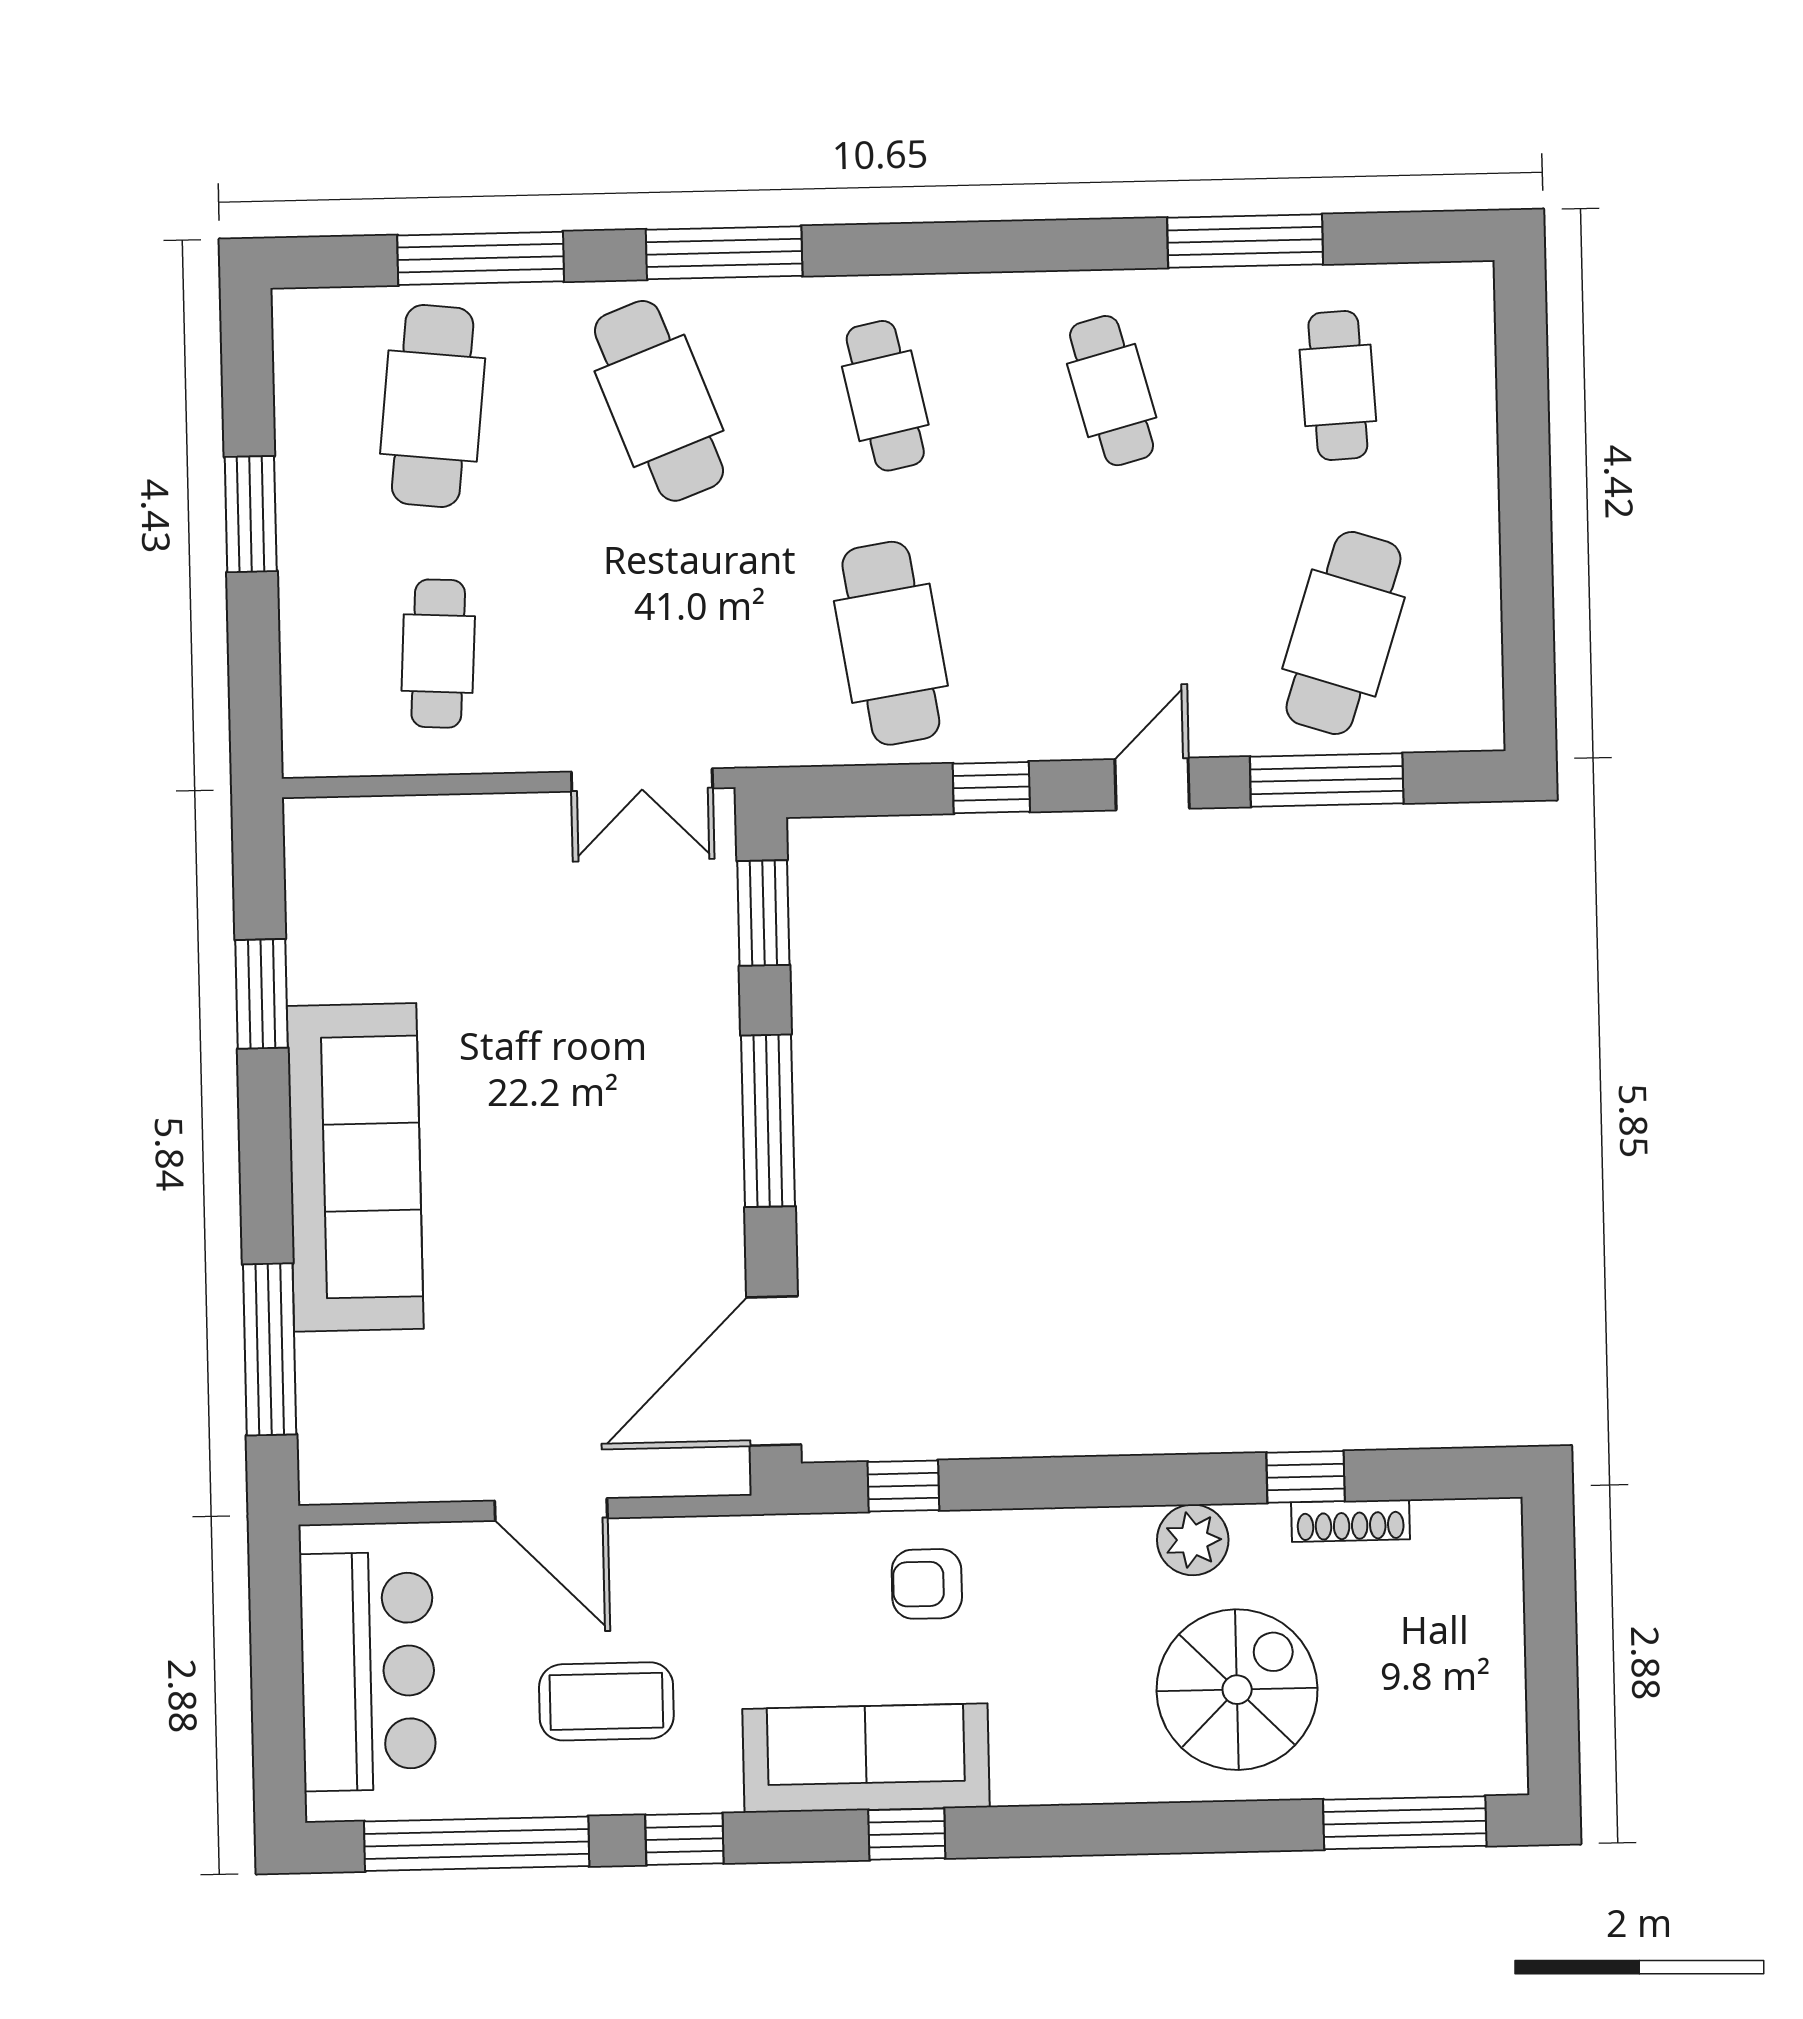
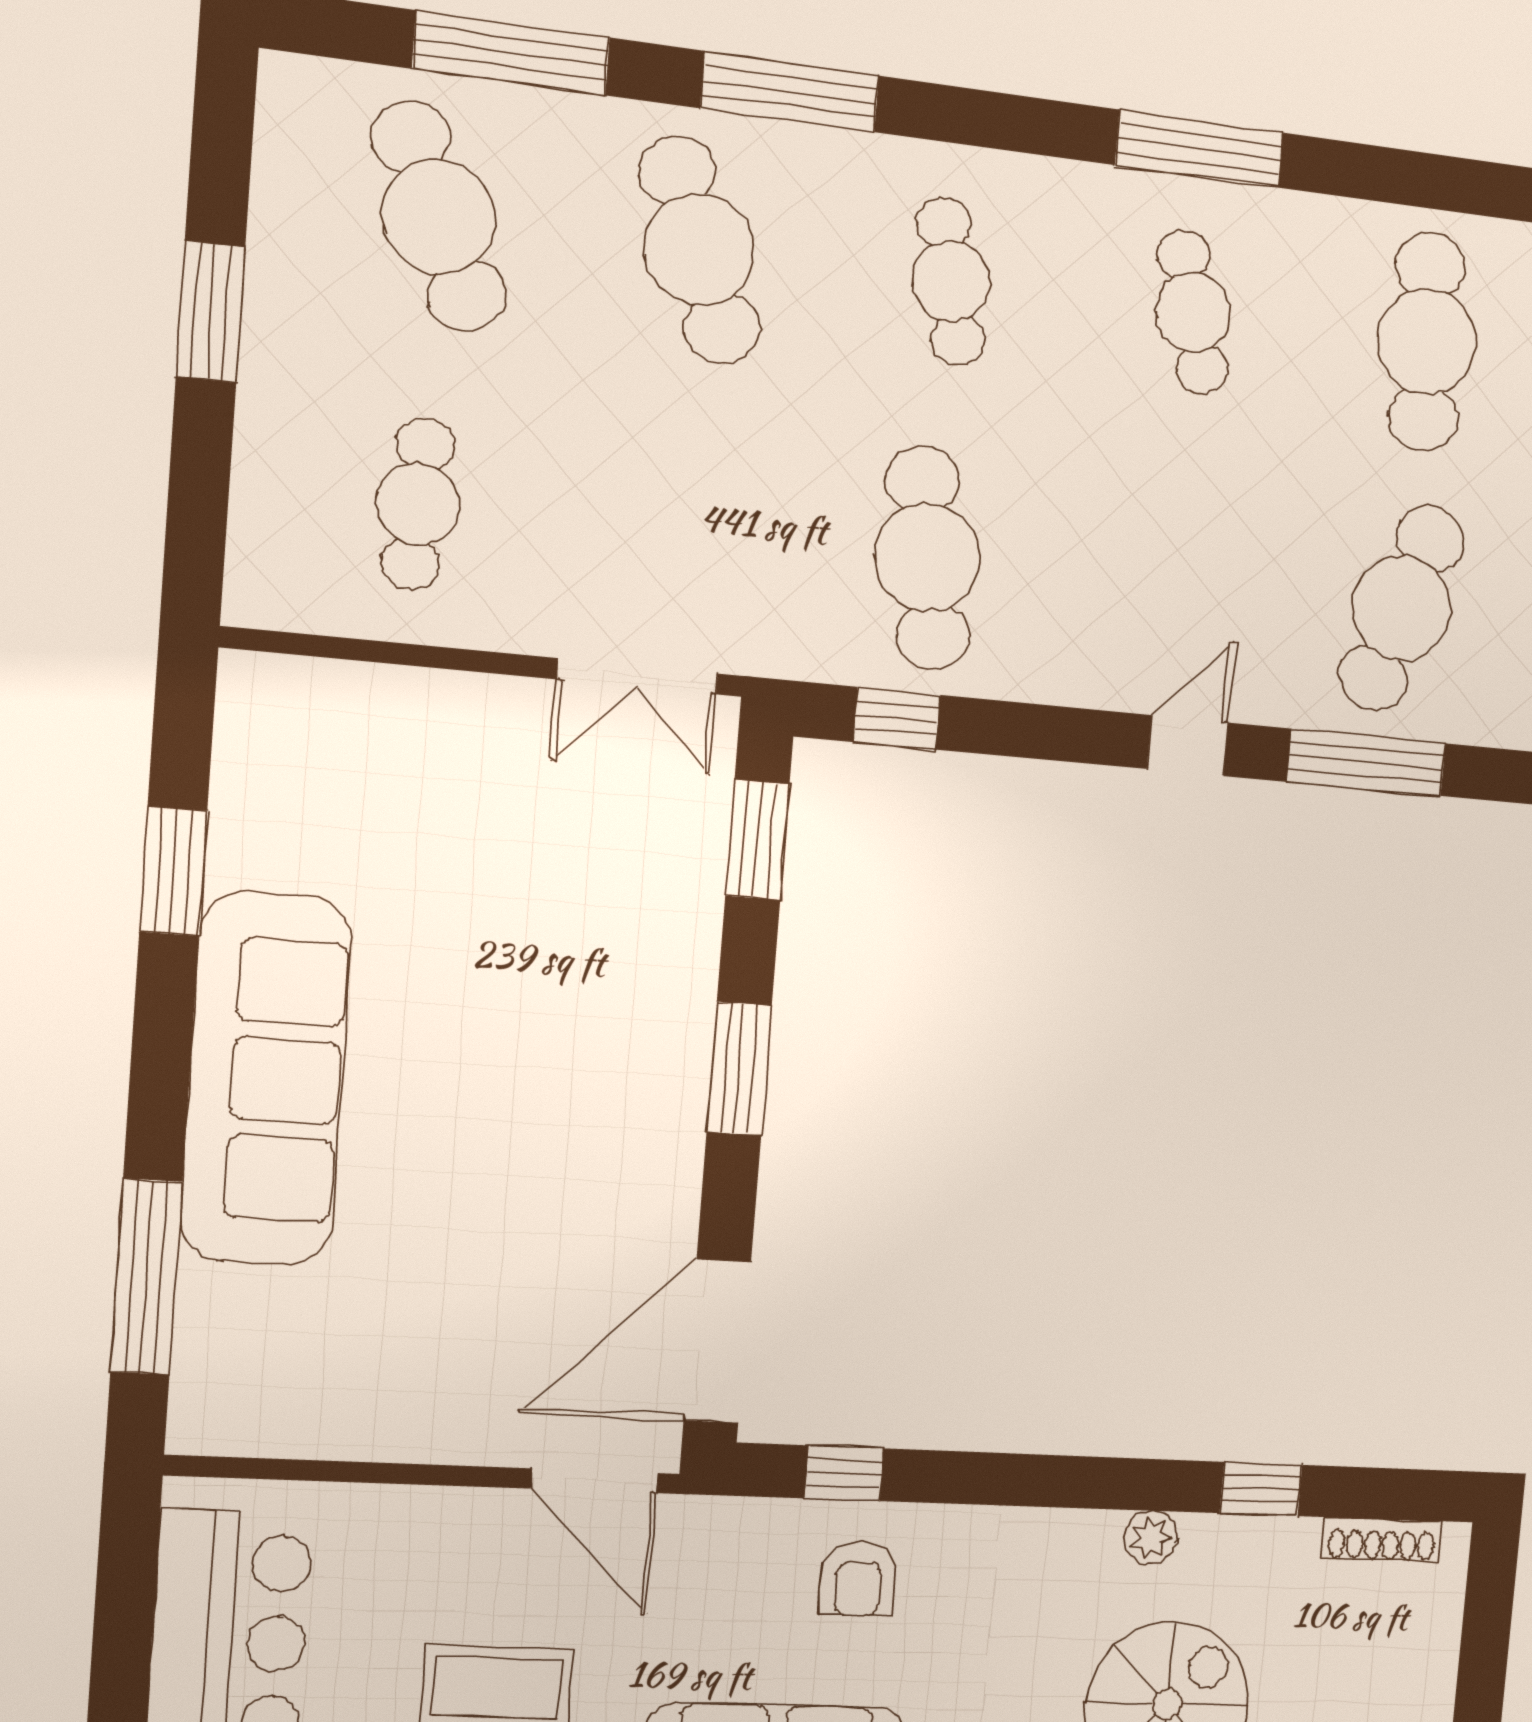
window: (1245, 241) -> (1199, 149), moved
cafe table: (1338, 385) -> (1427, 342), width x1.37, depth x1.35
cafe table: (433, 406) -> (439, 217), turned -30
window: (991, 788) -> (897, 718), moved
window: (768, 1121) -> (739, 1069), width x0.69
door: (551, 1509) -> (594, 1481), moved
shoe rack: (1351, 1521) -> (1382, 1540), moved
plant: (1193, 1540) -> (1151, 1538), width x0.73, depth x0.73
armchair: (927, 1584) -> (858, 1579), turned -90

